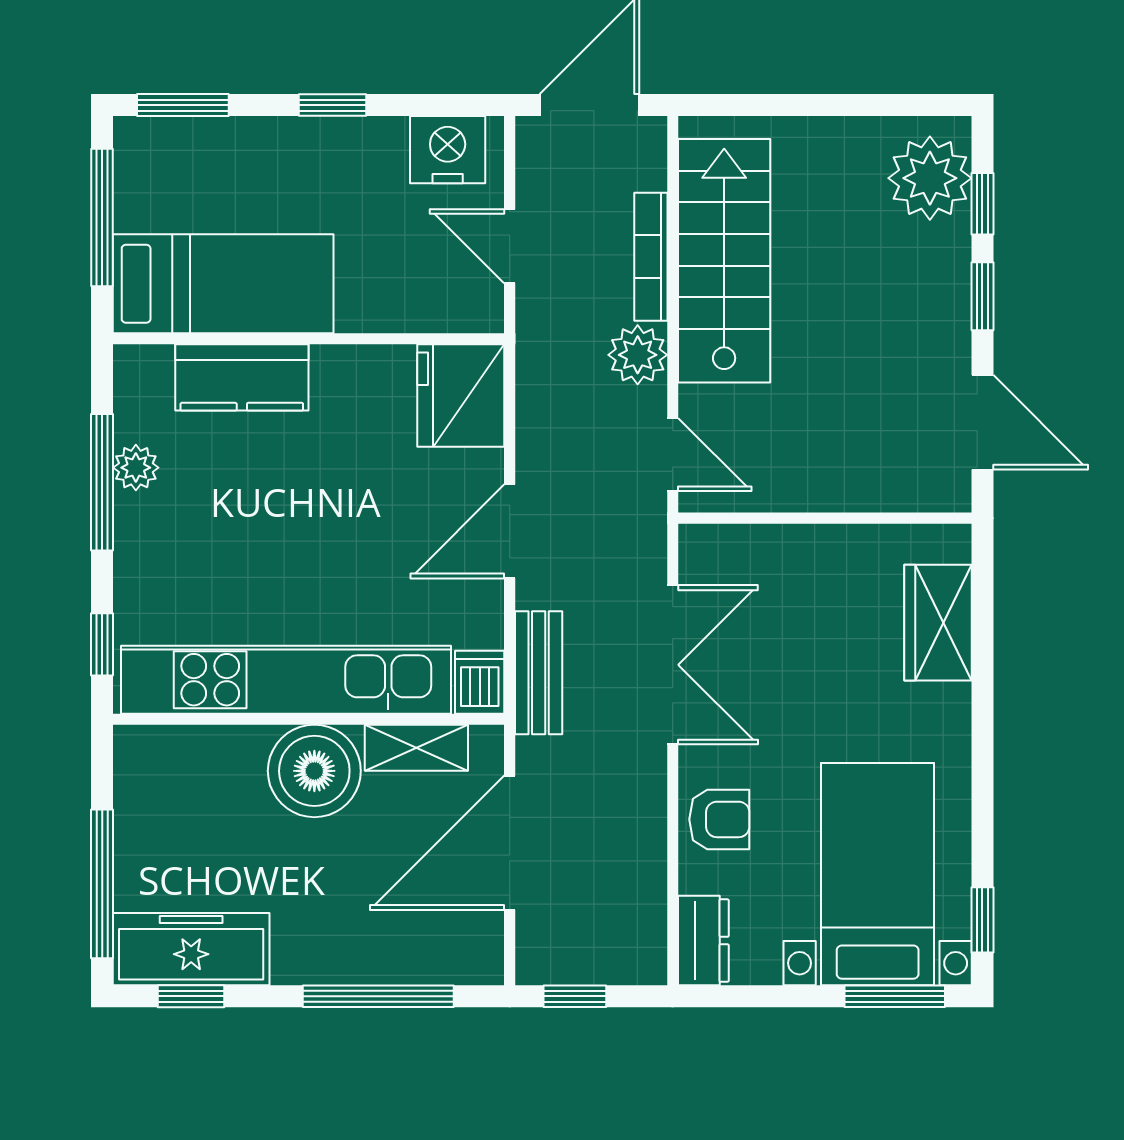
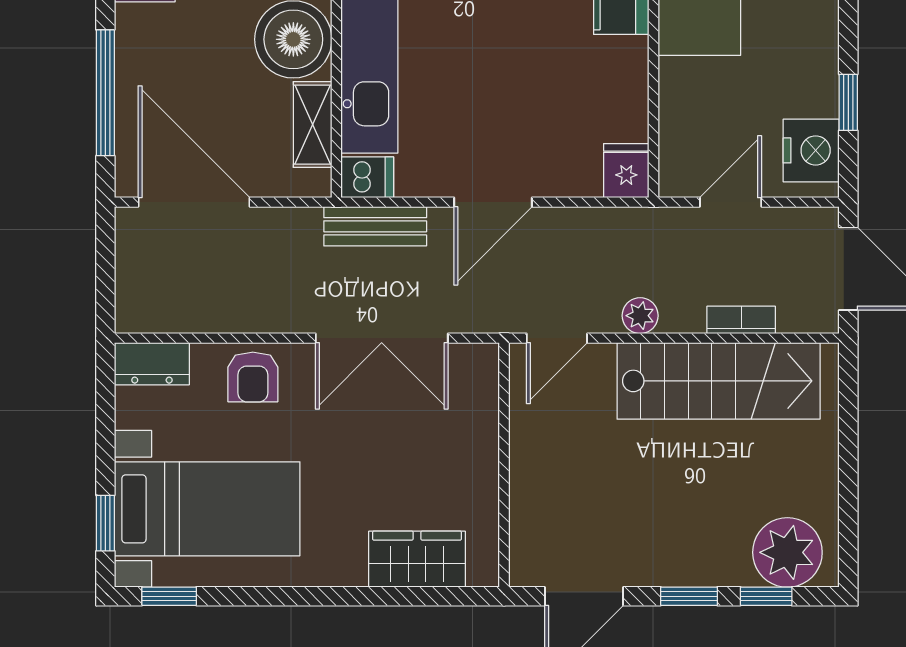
window: (333, 105) -> (848, 102), moved
bookcase: (651, 257) -> (741, 320), width x0.64
plant: (638, 355) -> (640, 316), width x0.73, depth x0.73
fridge: (461, 395) -> (626, 171), width x0.53, depth x0.75
door: (510, 531) -> (493, 202), swing flipped
door: (510, 843) -> (194, 202), moved
window: (575, 996) -> (105, 257), removed
window: (895, 996) -> (105, 523), width x0.67

